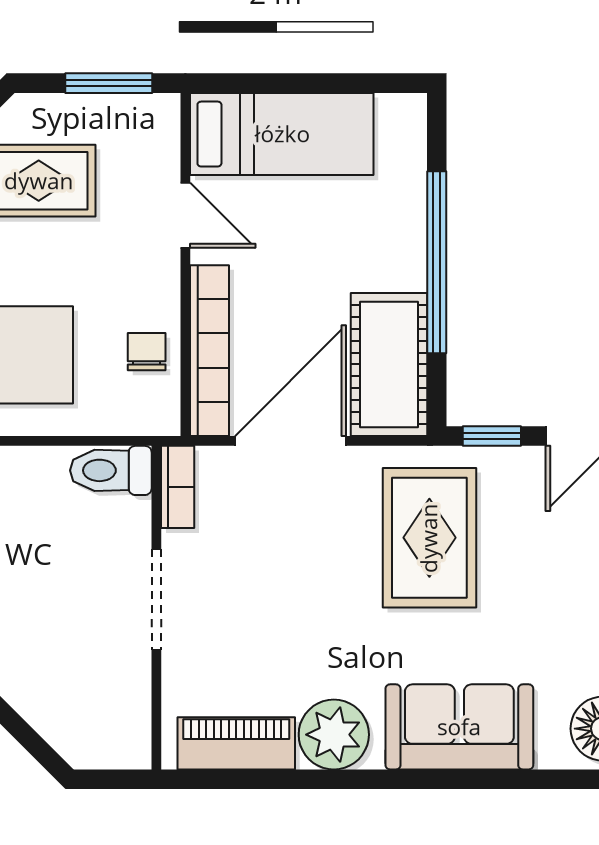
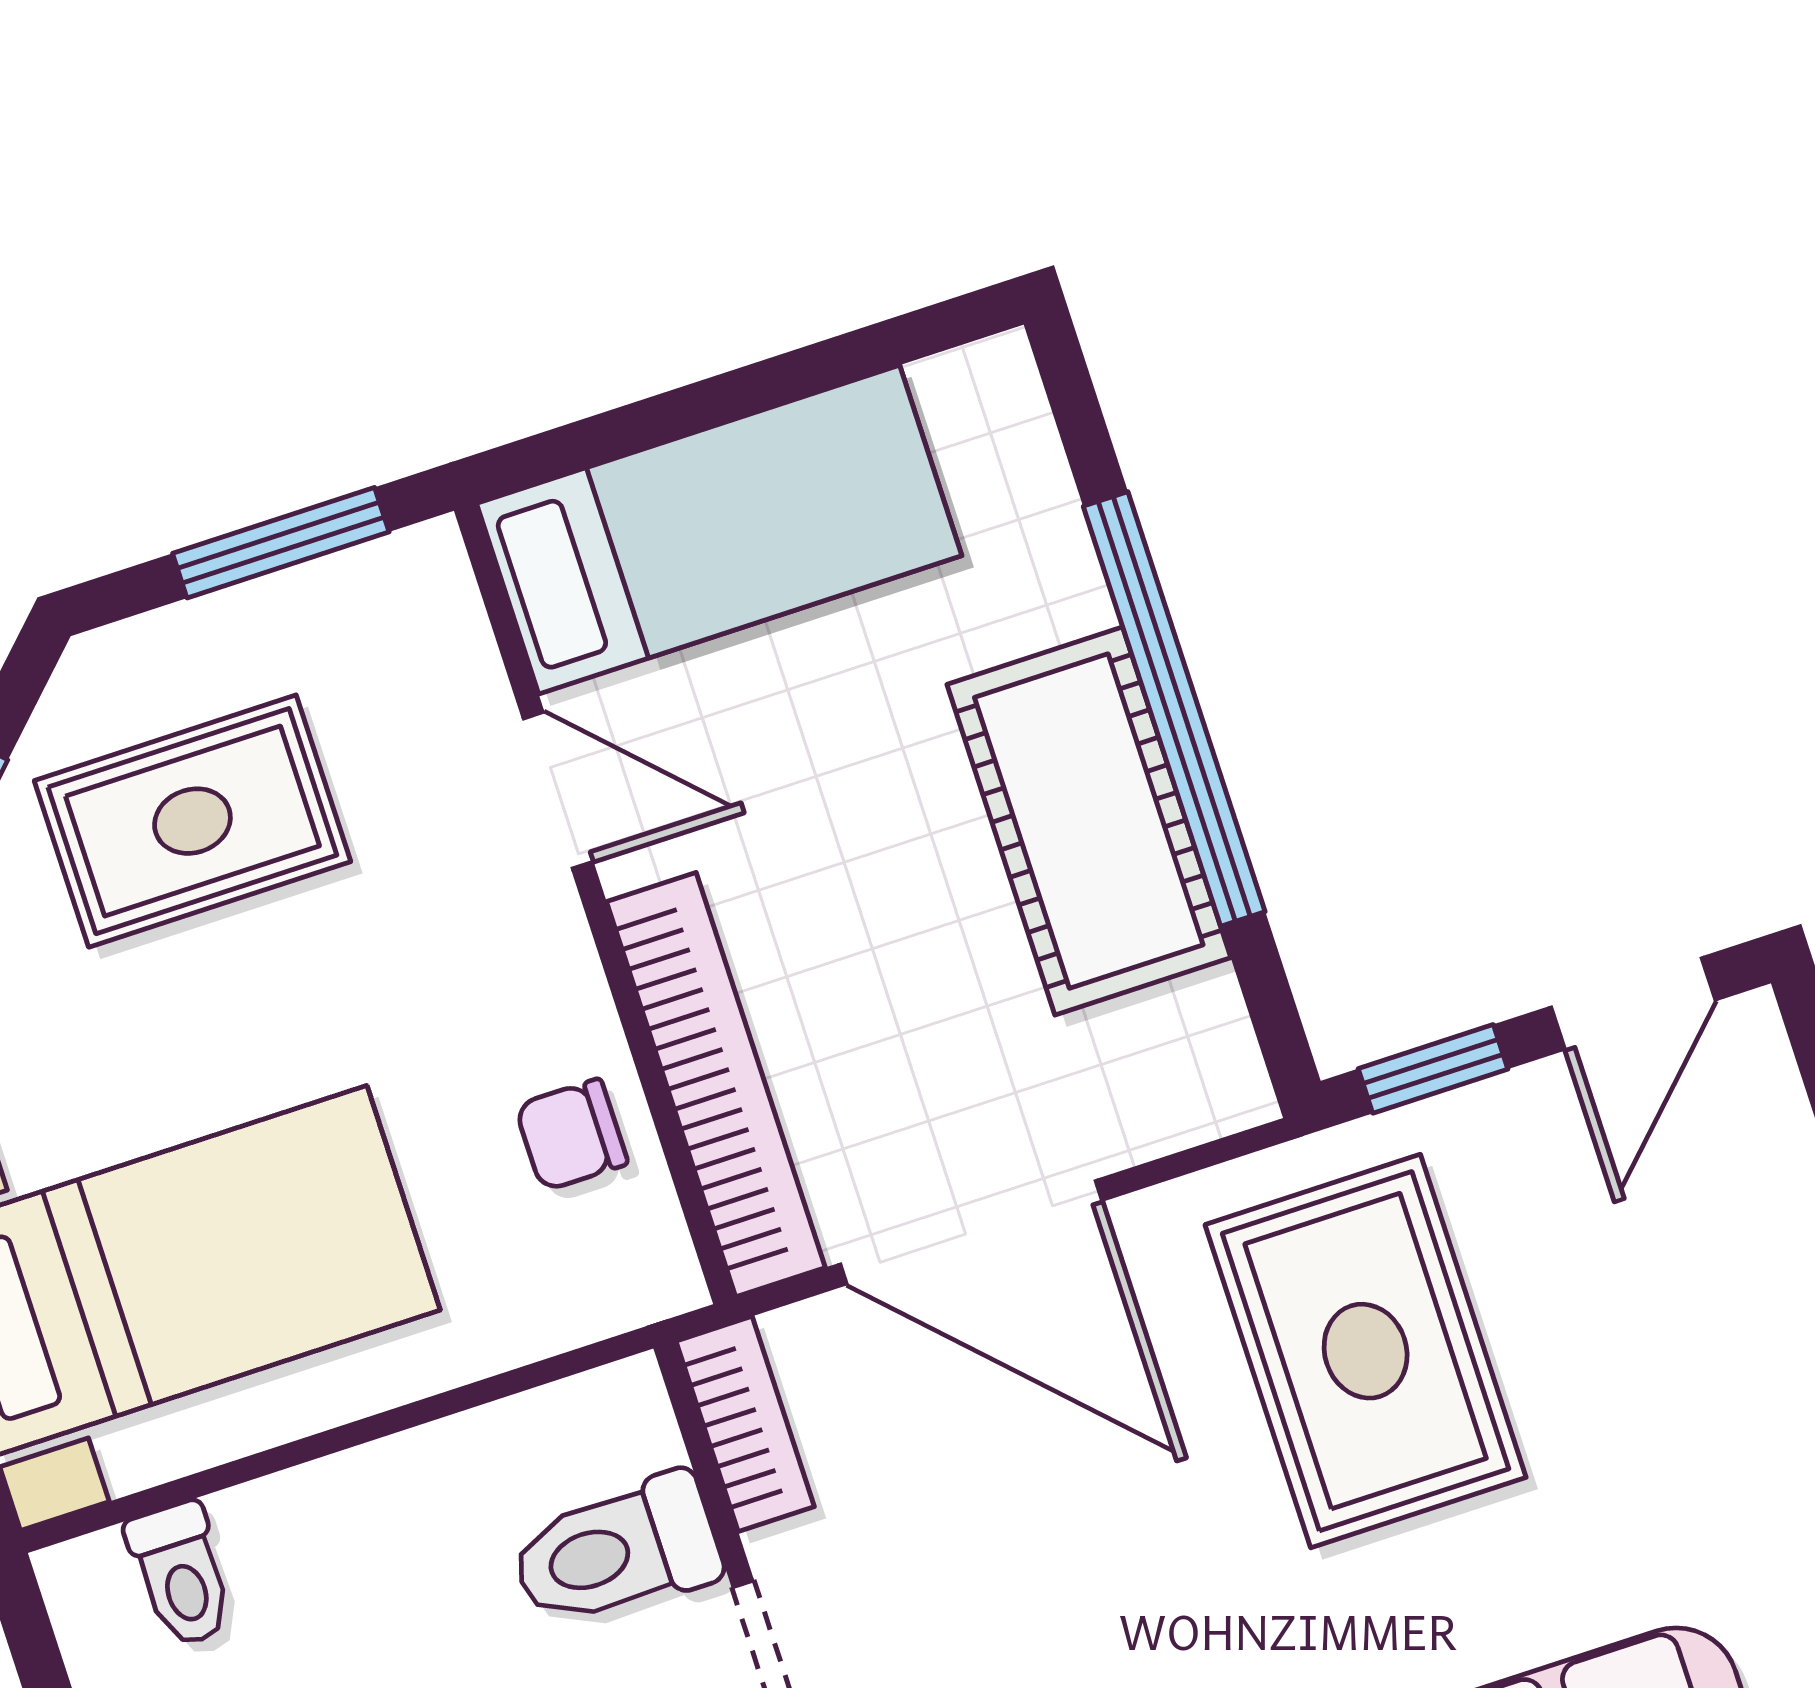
chair: (147, 352) -> (571, 1135), turned -90
cot: (389, 364) -> (1089, 821), moved
door: (290, 441) -> (971, 1232), swing flipped
toilet: (111, 470) -> (616, 1551), moved

